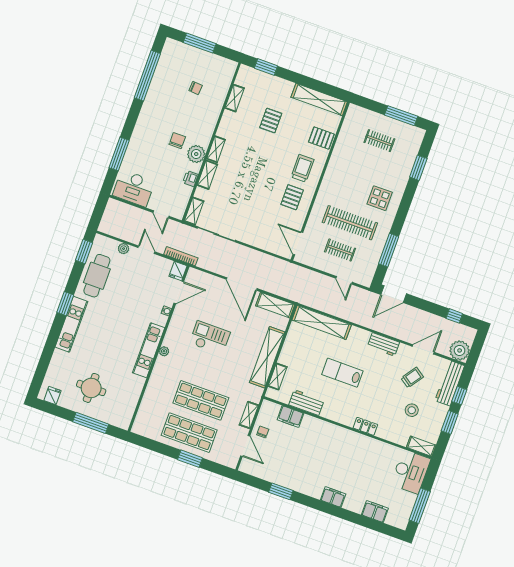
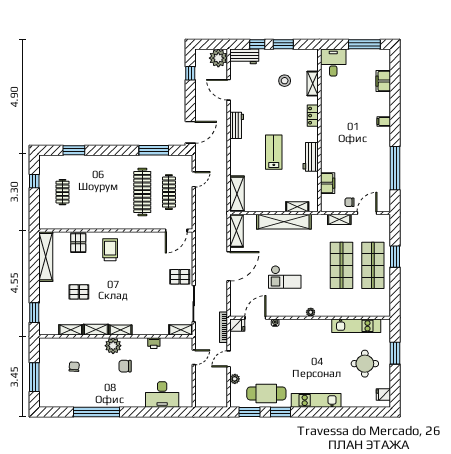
window: (147, 76) -> (97, 412), moved
window: (401, 116) -> (34, 181), width x0.46
window: (119, 154) -> (155, 412), removed
plant: (196, 154) -> (113, 346), moved
trolley: (302, 168) -> (110, 250), turned 90
shelving: (207, 175) -> (96, 330), moved
desk: (134, 188) -> (162, 394), moved, turned 90
pallet: (292, 197) -> (180, 277), moved
display table: (380, 198) -> (112, 174), removed
clothes rail: (340, 250) -> (169, 192), width x1.36
door: (179, 292) -> (255, 318), hinge flipped
door: (394, 294) -> (190, 132), hinge flipped
window: (65, 304) -> (280, 412), moved
shelving: (322, 322) -> (237, 194), width x0.68
checkout: (210, 338) -> (285, 277), turned -90
kitchen unit: (149, 350) -> (356, 326), moved
lab bench: (342, 373) -> (274, 152), turned 180
trolley: (412, 378) -> (256, 90), removed
workbench: (450, 383) -> (244, 56), width x0.73
workbench: (306, 403) -> (311, 157), moved
window: (91, 423) -> (395, 353), width x0.69
shelving: (421, 446) -> (313, 84), moved
desk: (411, 472) -> (333, 63), width x0.73
window: (281, 491) -> (395, 168), width x2.11
filing cabinet: (333, 497) -> (384, 121), width x0.50

